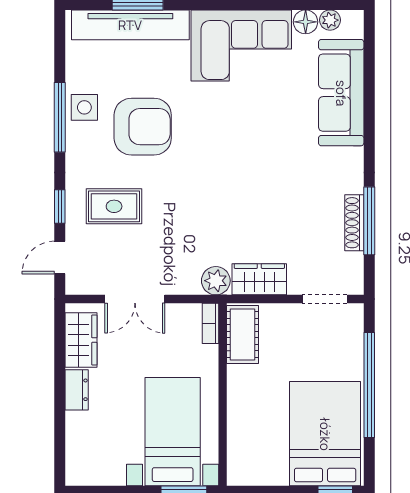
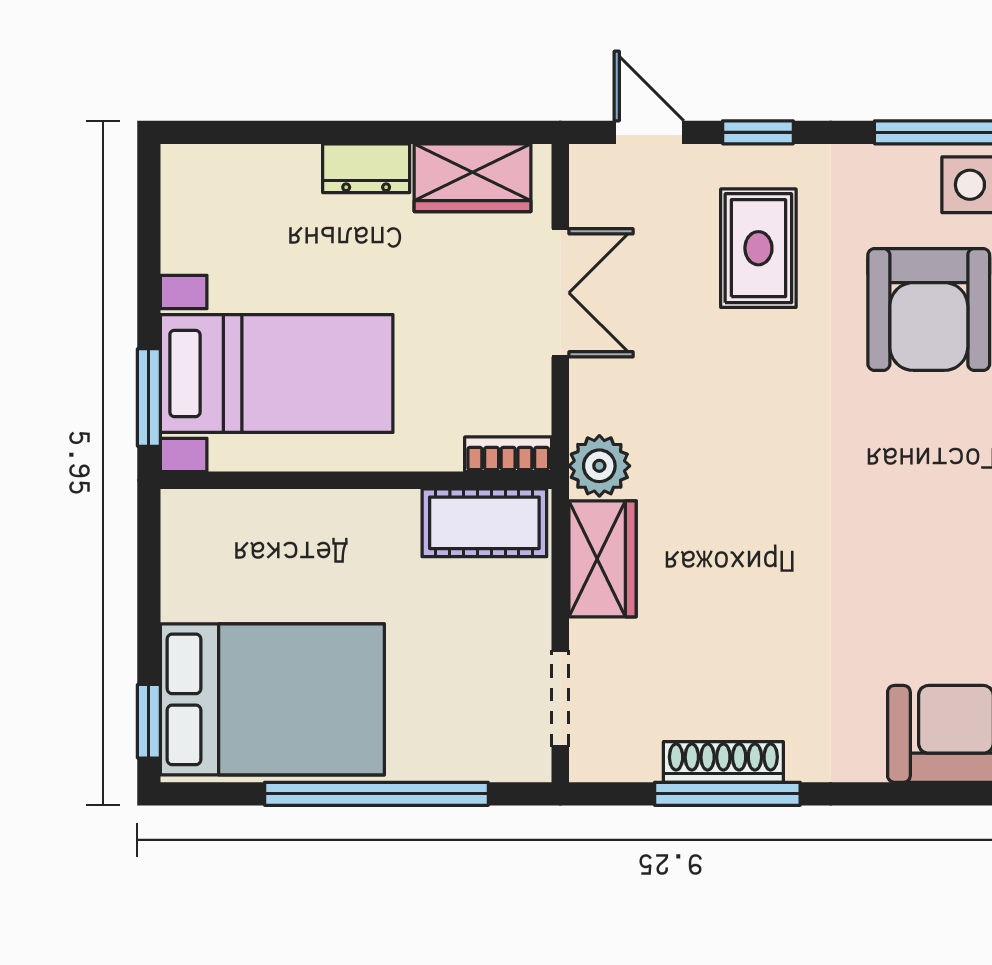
double door: (135, 299) -> (560, 293), swing flipped

